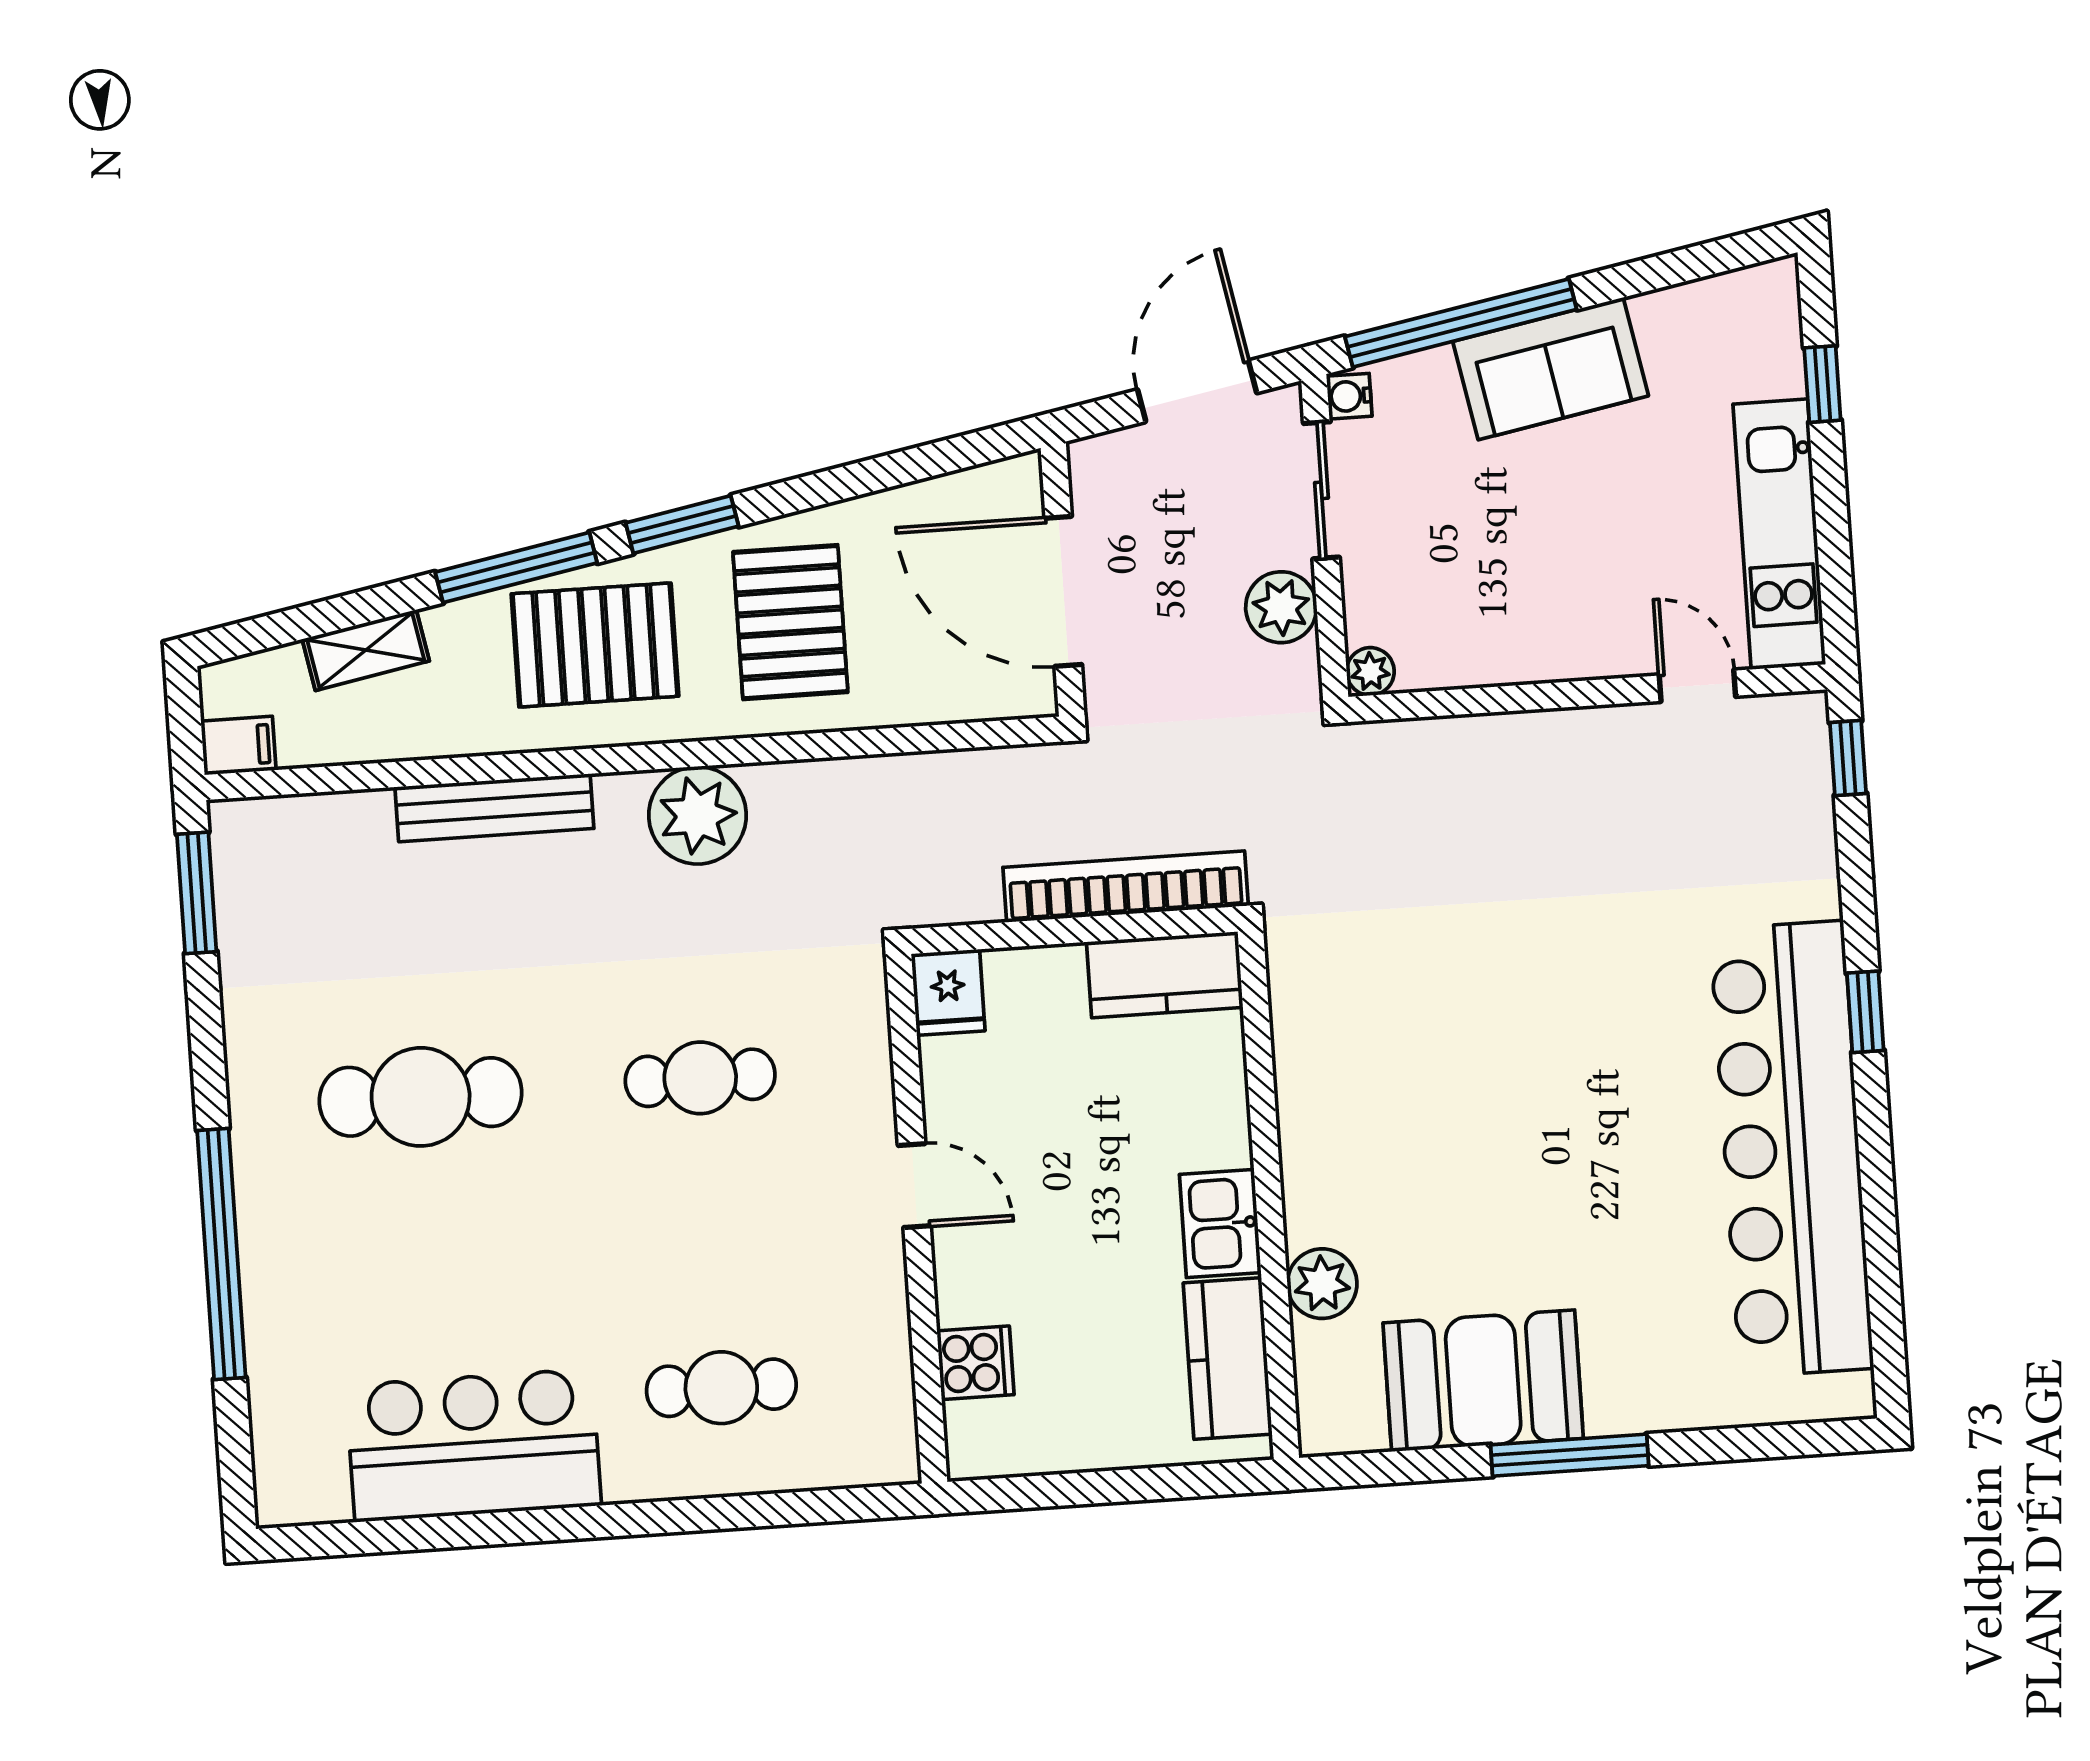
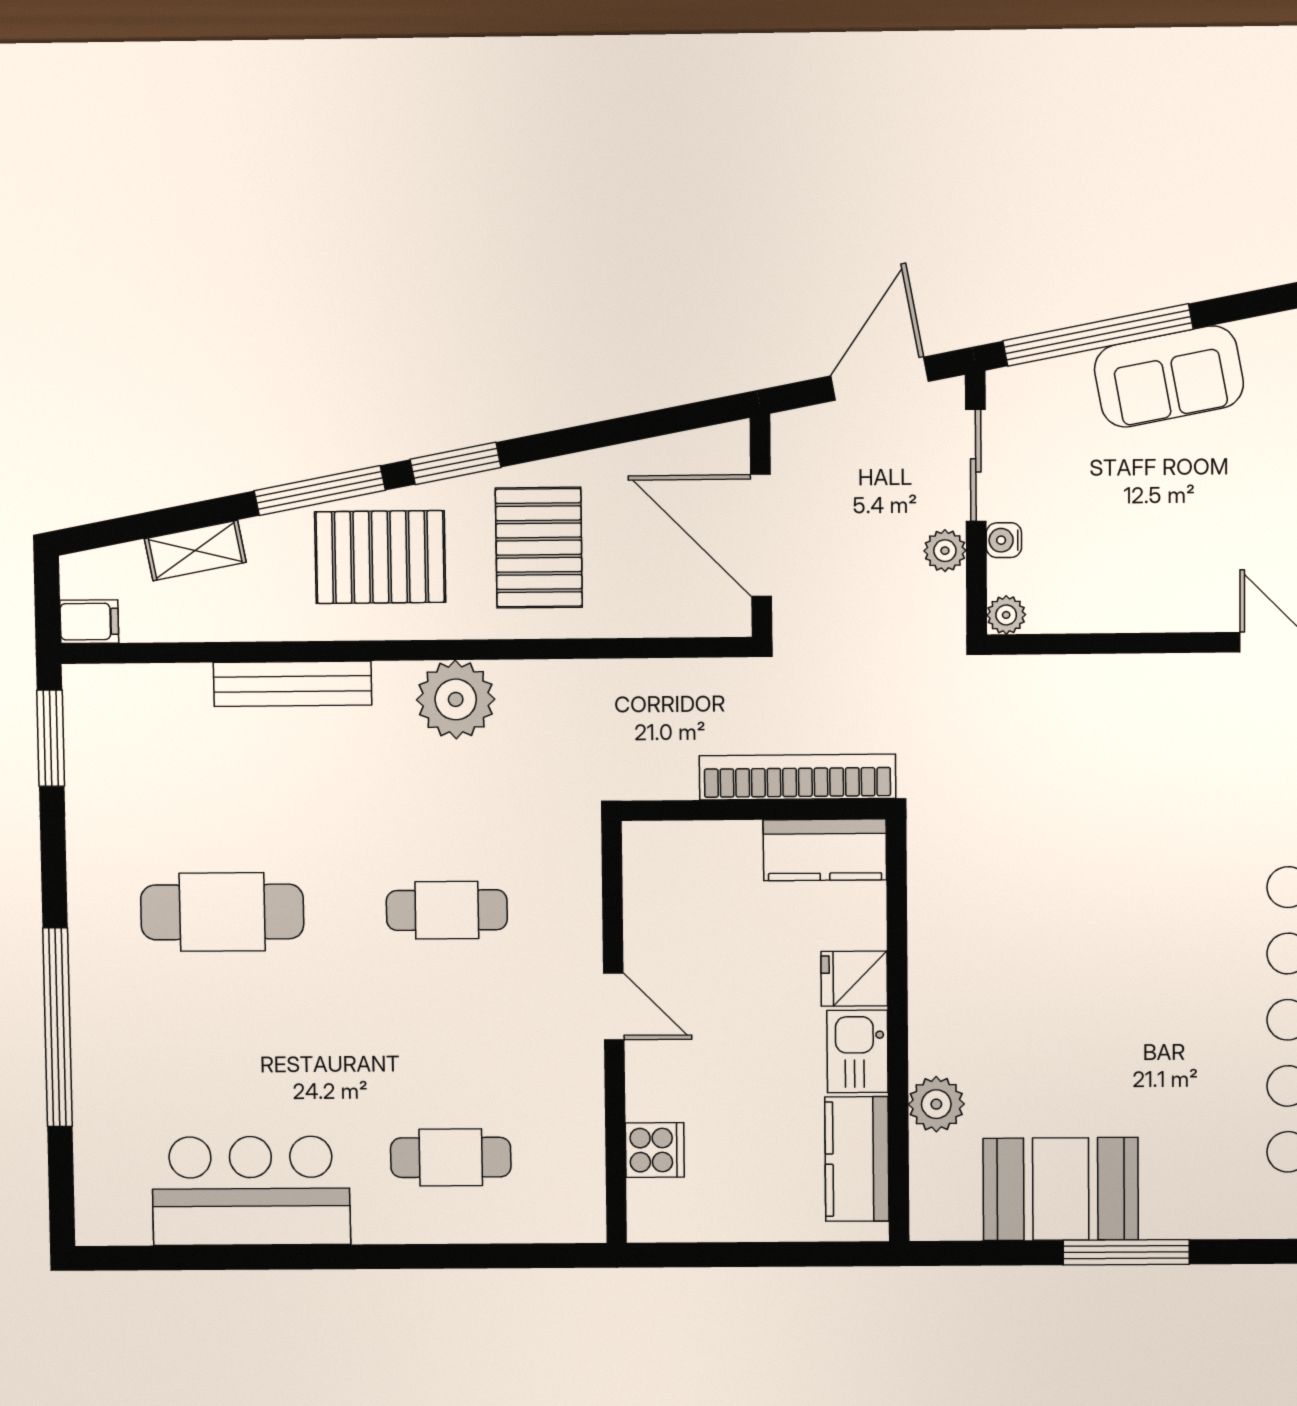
water cooler: (1349, 396) -> (1004, 540), moved
plant: (1281, 607) -> (945, 551), width x0.73, depth x0.73
fridge: (948, 992) -> (854, 979), moved, turned 90

